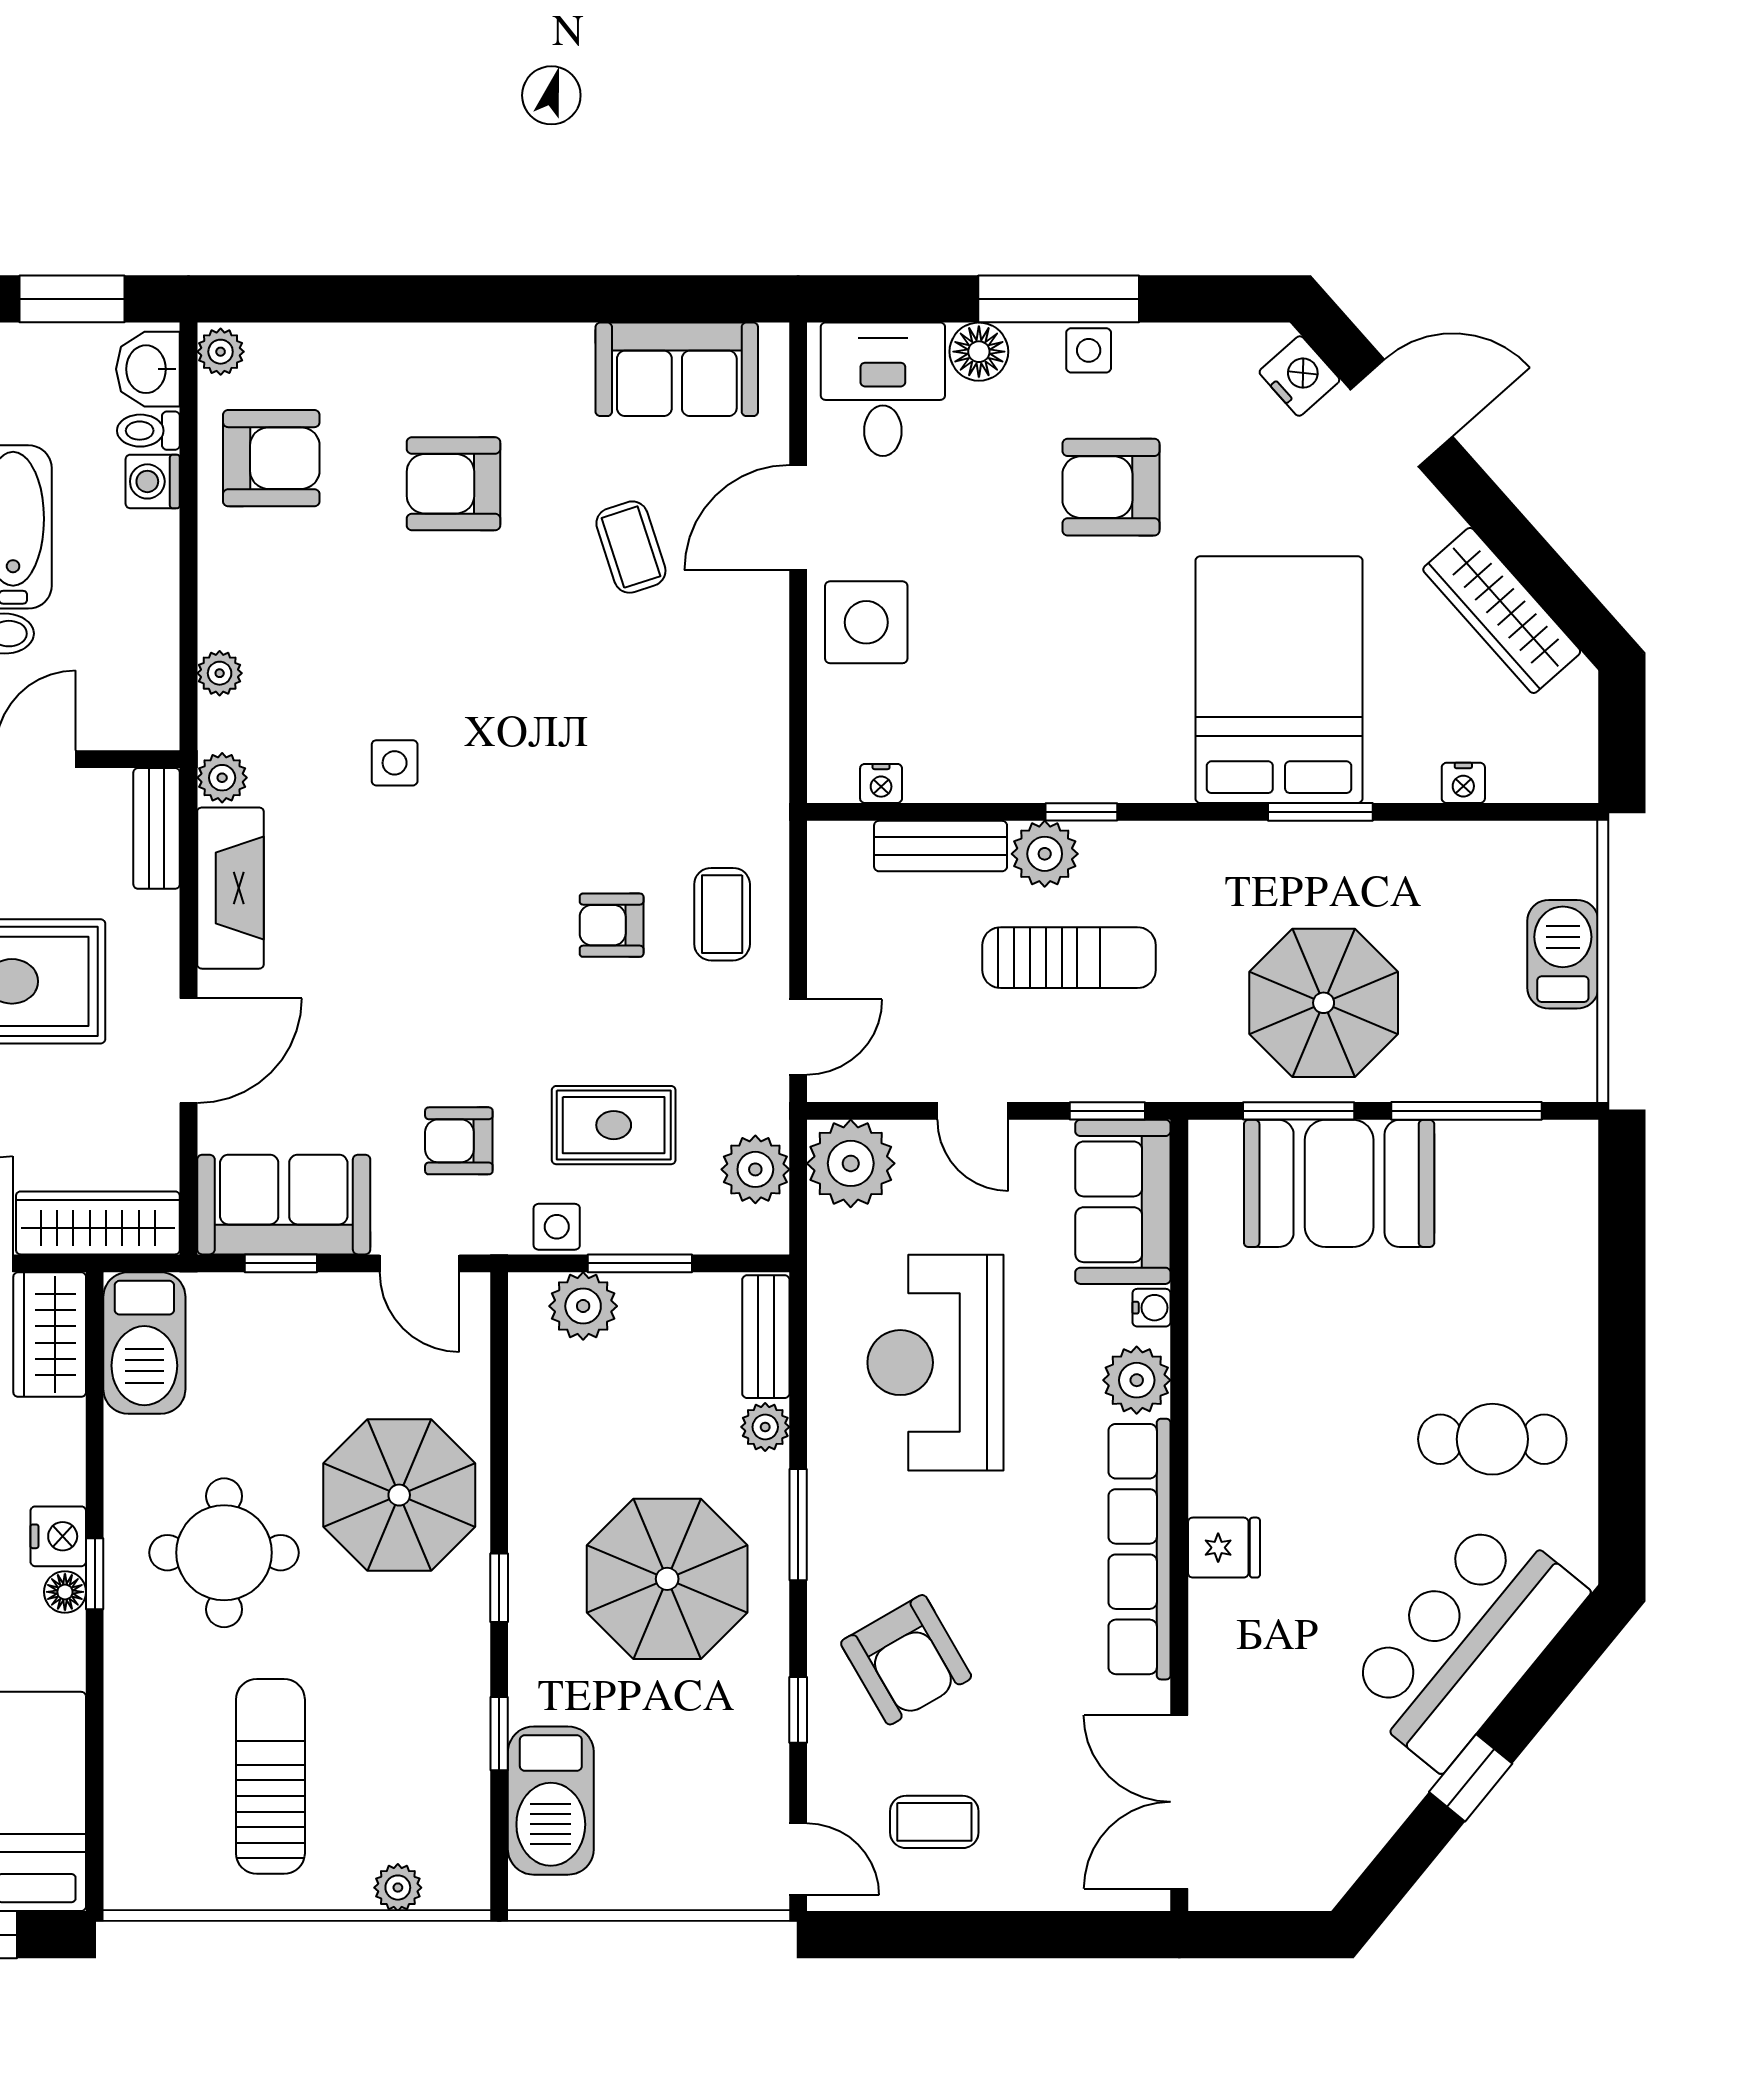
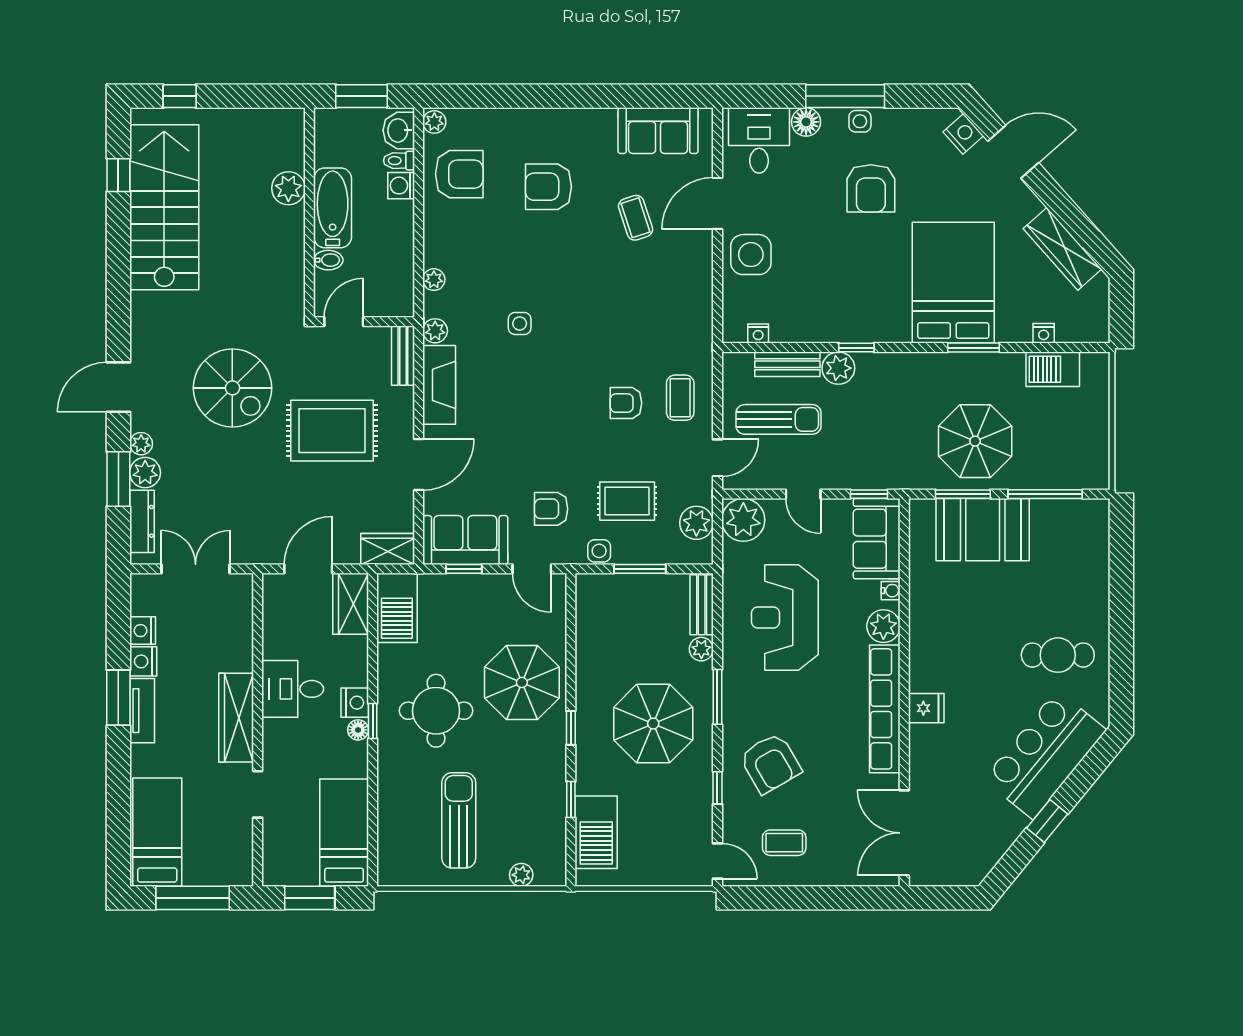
armchair: (1111, 487) -> (871, 188), turned -90
barbecue: (1563, 954) -> (1053, 369), moved, turned -90
sun lounger: (1069, 958) -> (779, 419), moved
wardrobe: (98, 1223) -> (388, 549), width x0.67
plant: (583, 1306) -> (612, 590), removed

